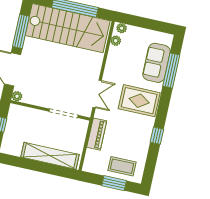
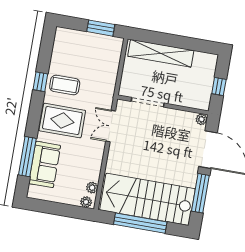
piano: (97, 134) -> (109, 80), removed
coffee table: (122, 166) -> (65, 85), moved
window: (114, 183) -> (101, 28), moved

